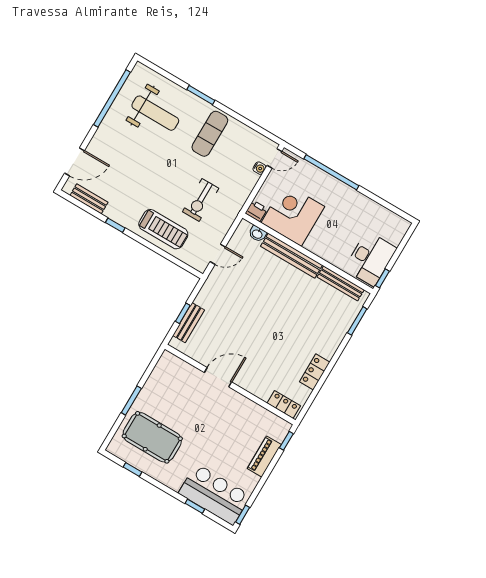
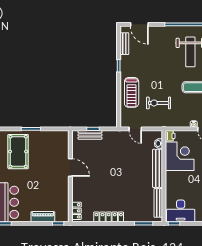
locker: (315, 372) -> (109, 217), width x1.53

